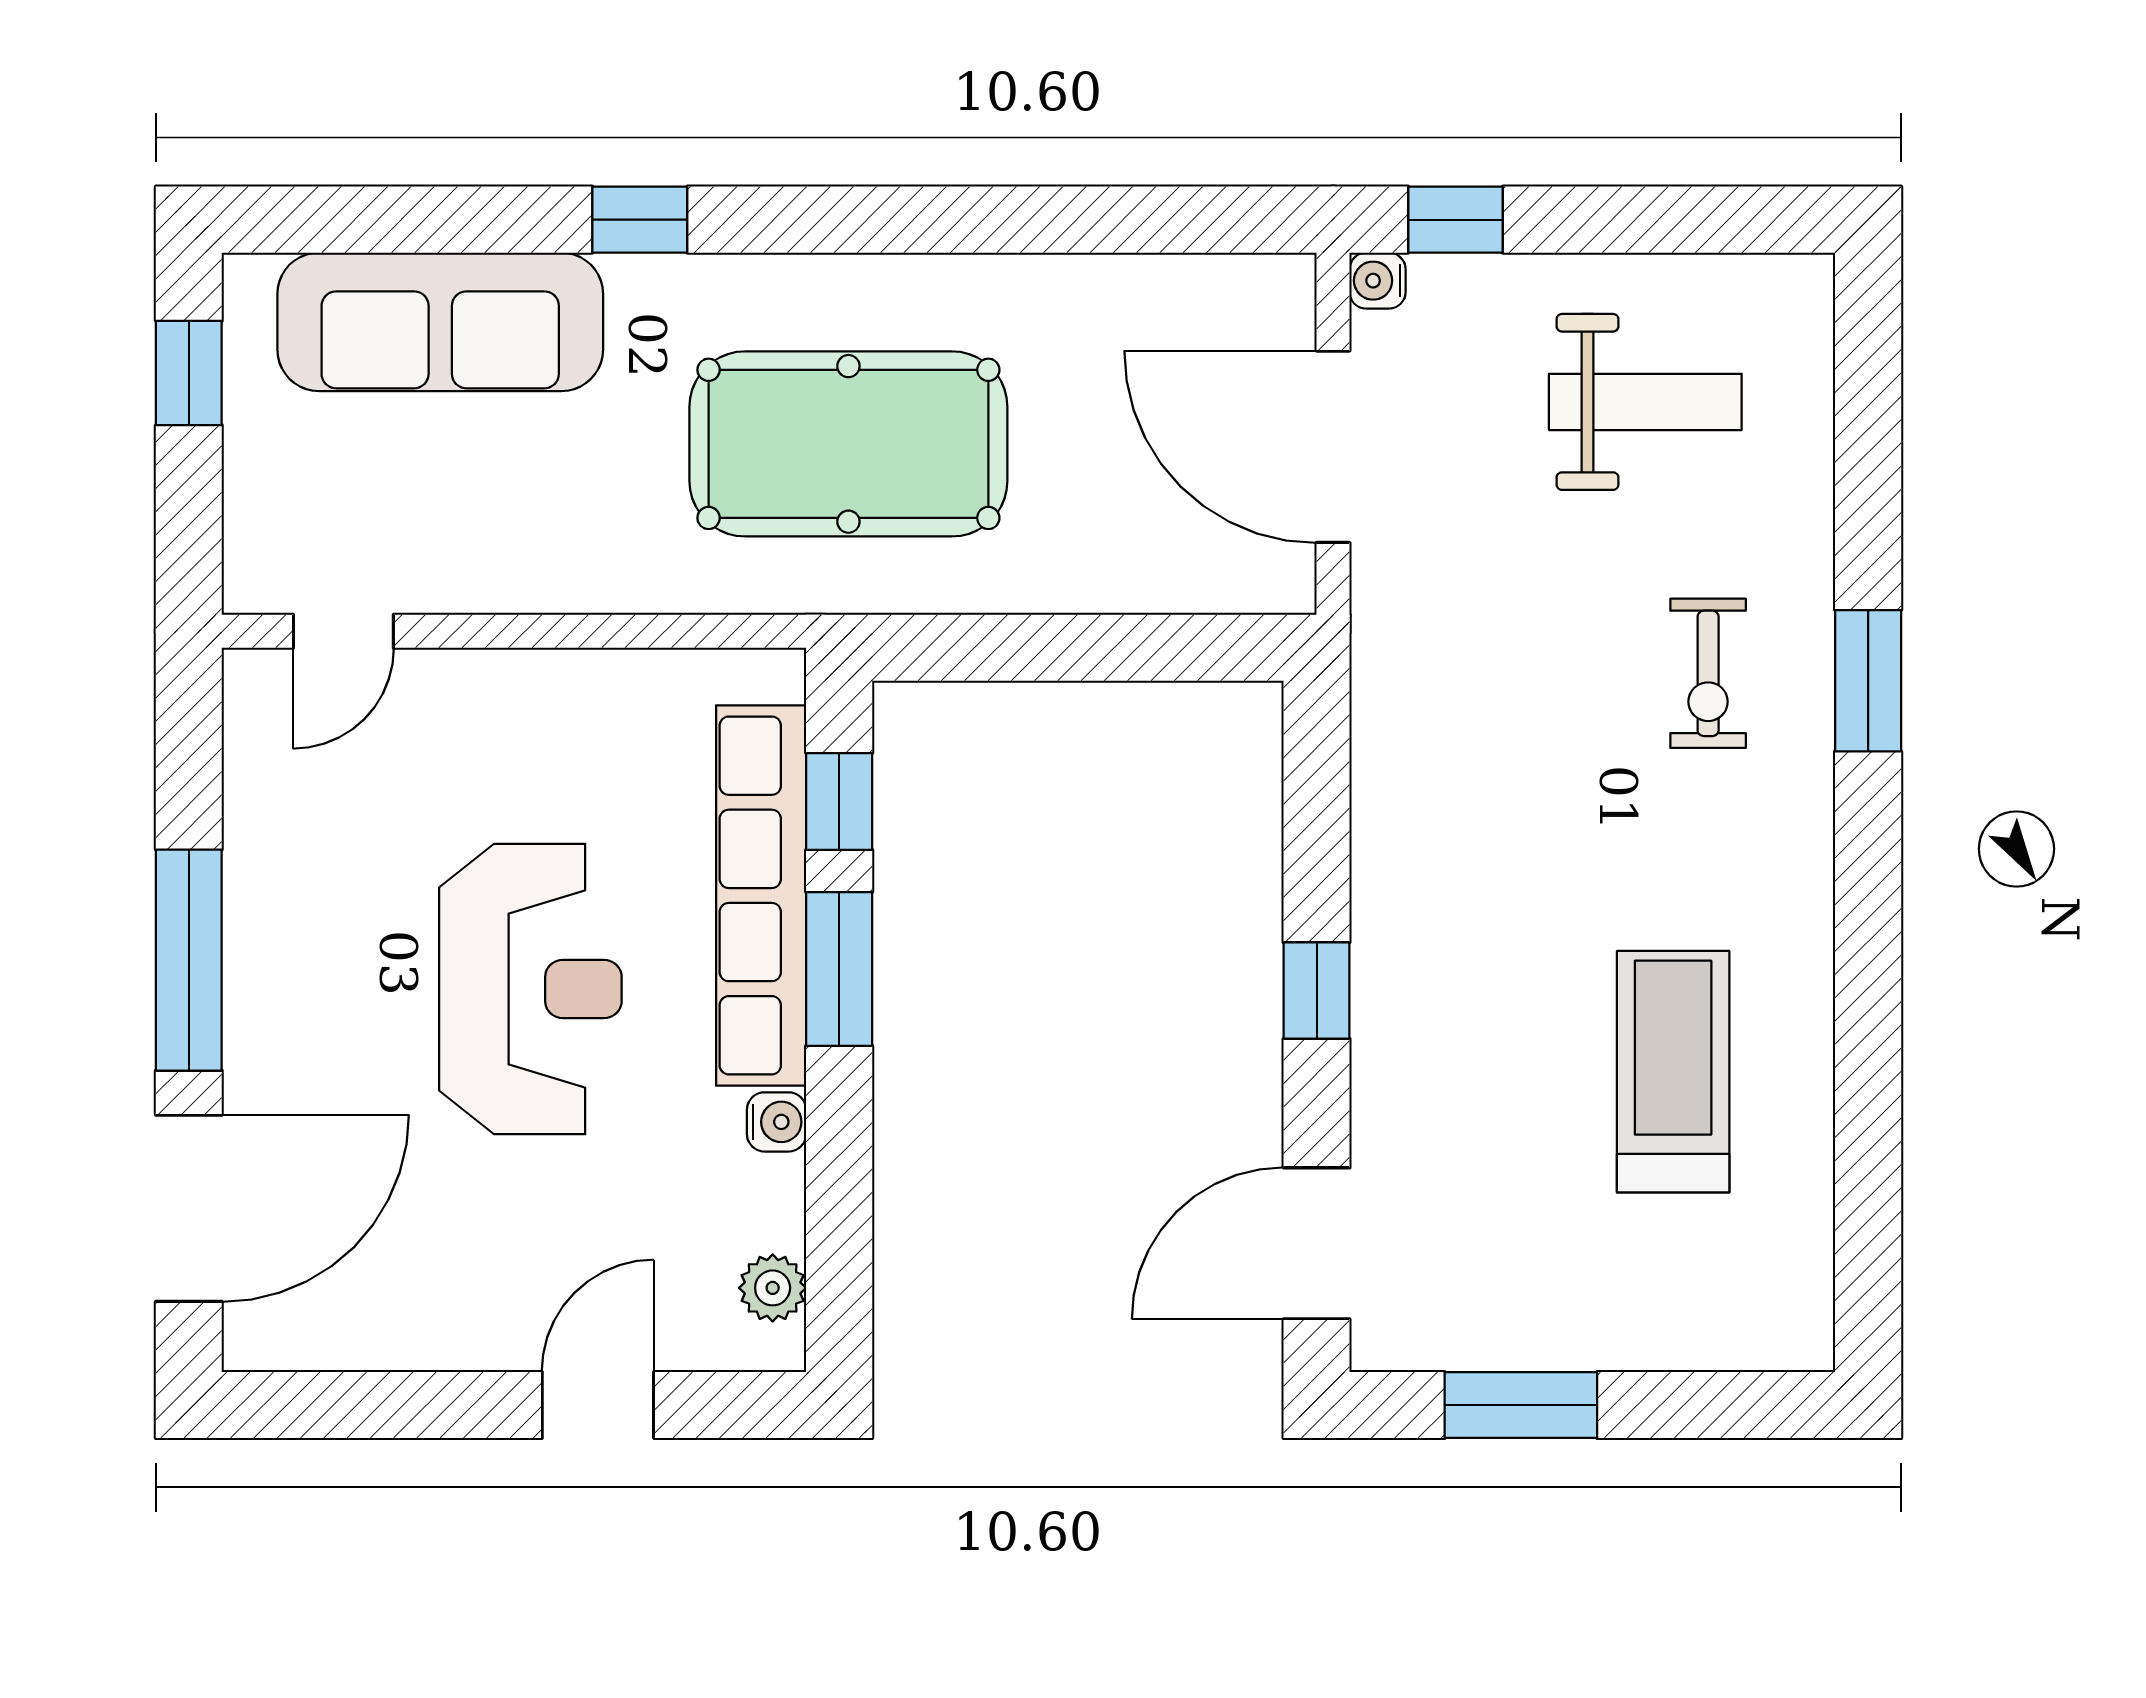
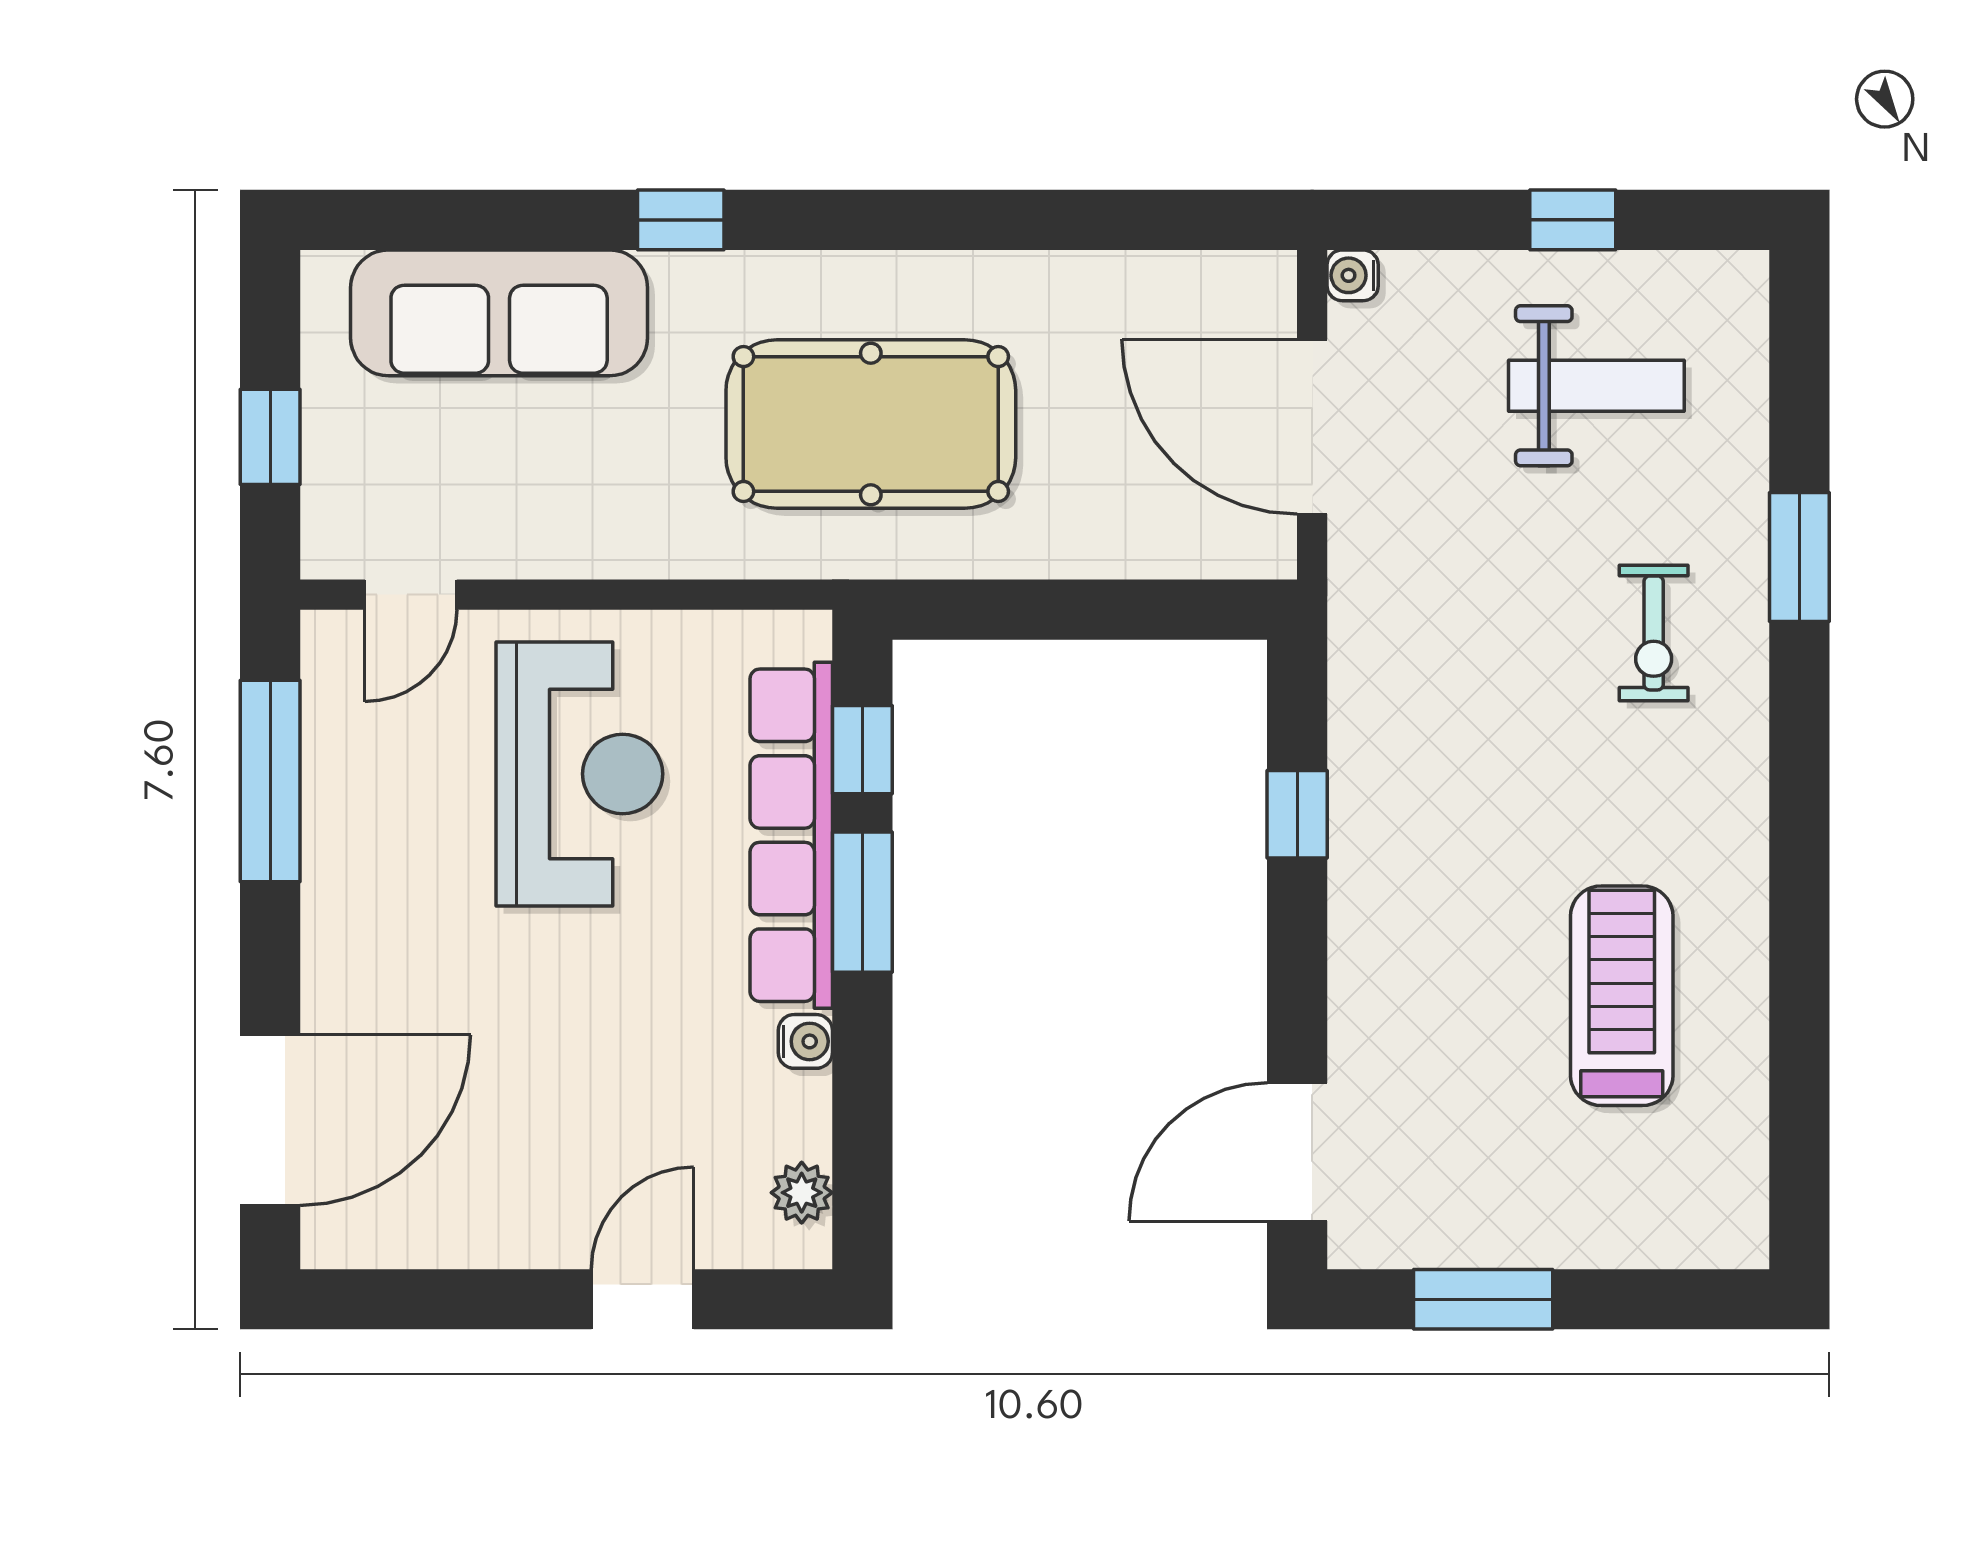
window: (1455, 220) -> (1573, 220), moved
window: (189, 373) -> (270, 437), moved
window: (1868, 681) -> (1799, 557), moved
window: (189, 960) -> (270, 781), moved
reception desk: (530, 989) -> (579, 774), moved
window: (1317, 991) -> (1297, 814), moved

